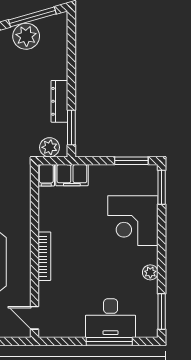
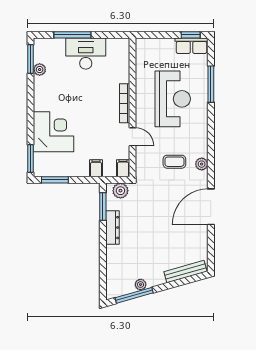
plant: (26, 36) -> (141, 285), width x0.53, depth x0.53
filing cabinet: (72, 175) -> (96, 168), width x0.50
plant: (150, 272) -> (40, 70), moved
door: (34, 318) -> (132, 137), moved
desk: (111, 318) -> (86, 54), moved

